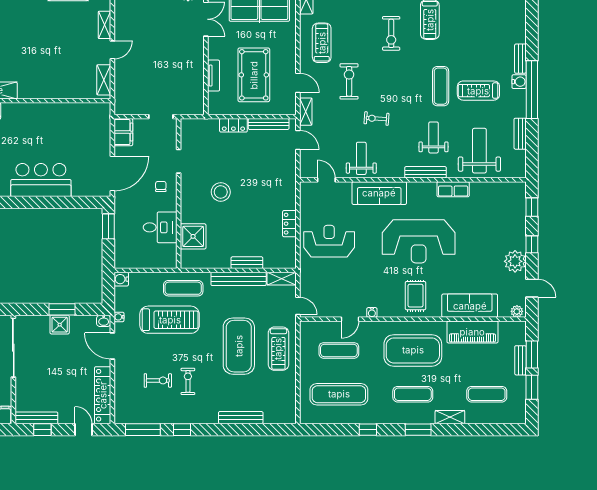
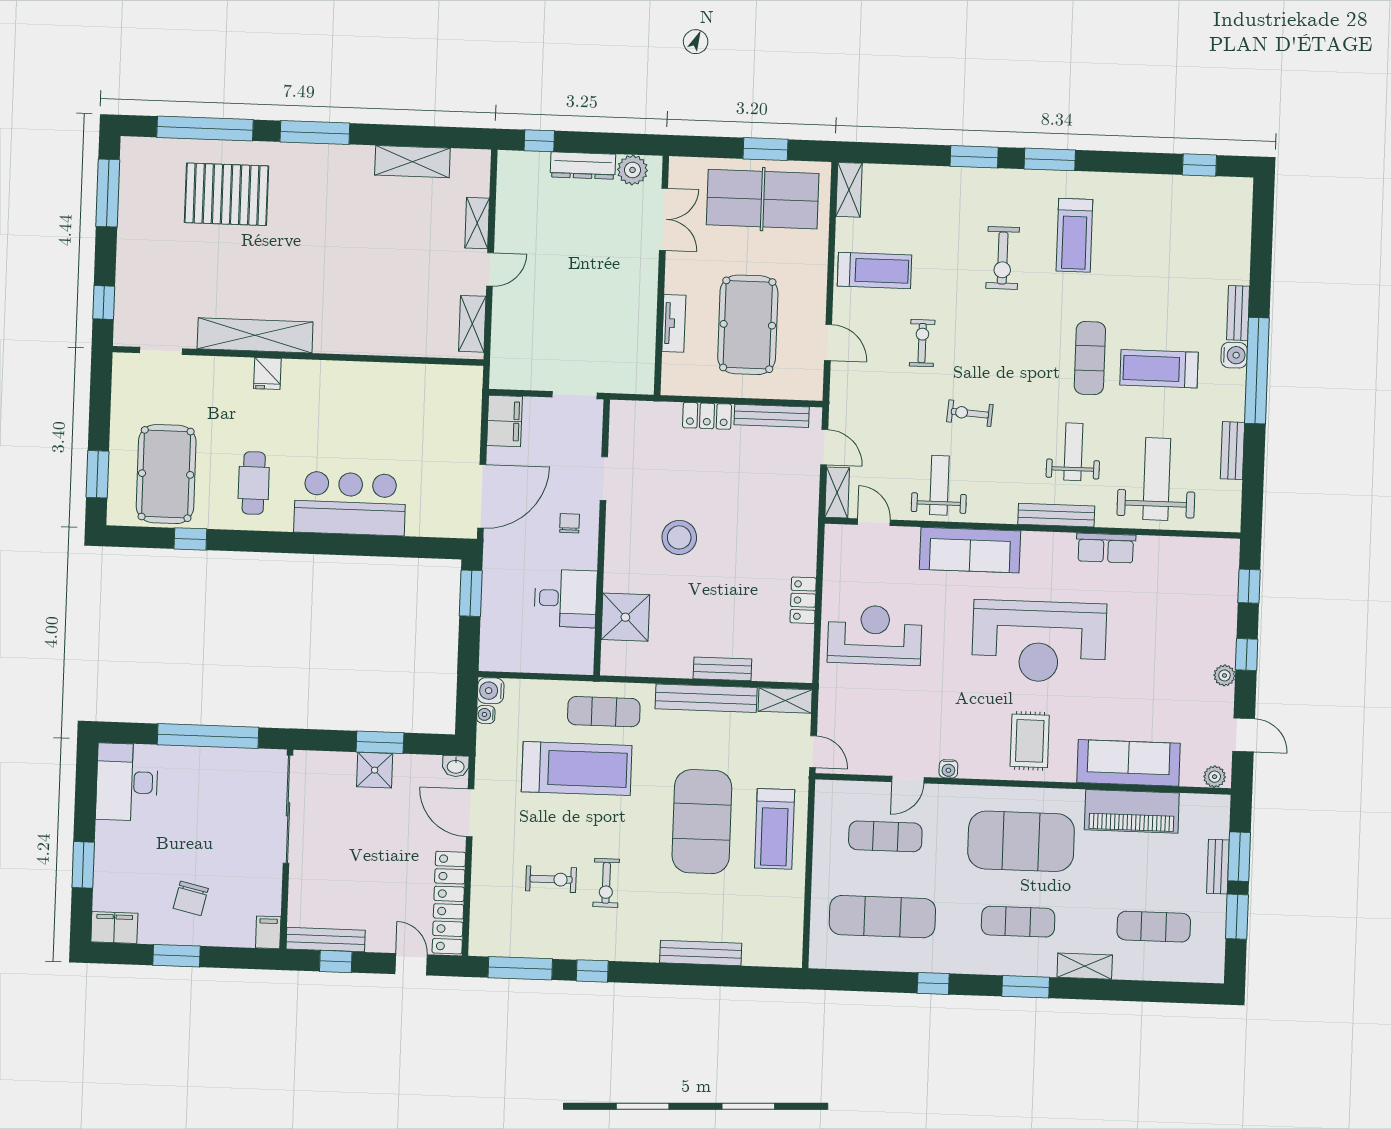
treadmill: (322, 43) -> (875, 271), turned 90
exercise bike: (349, 81) -> (922, 343), width x0.73, depth x0.72
shelving: (306, 112) -> (837, 492), moved
plant: (515, 261) -> (1224, 675), width x0.53, depth x0.53
water cooler: (119, 317) -> (486, 714), moved
exercise bike: (188, 381) -> (606, 883), turned 180

